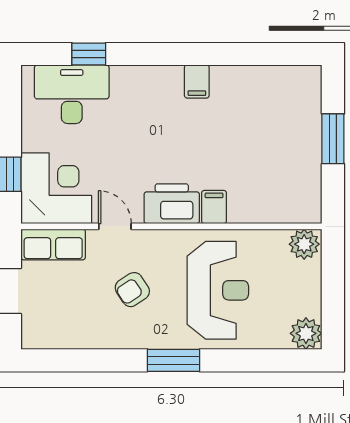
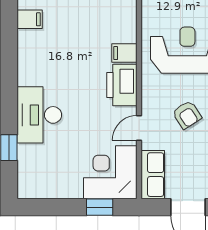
filing cabinet: (197, 81) -> (30, 19), moved
desk: (72, 94) -> (39, 115), moved

